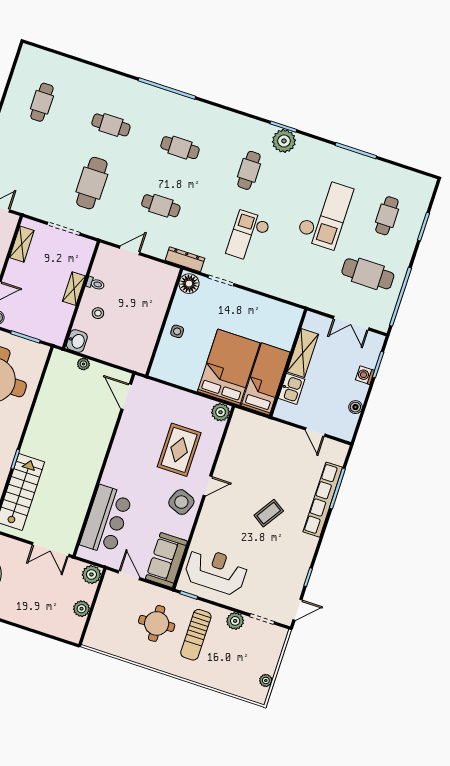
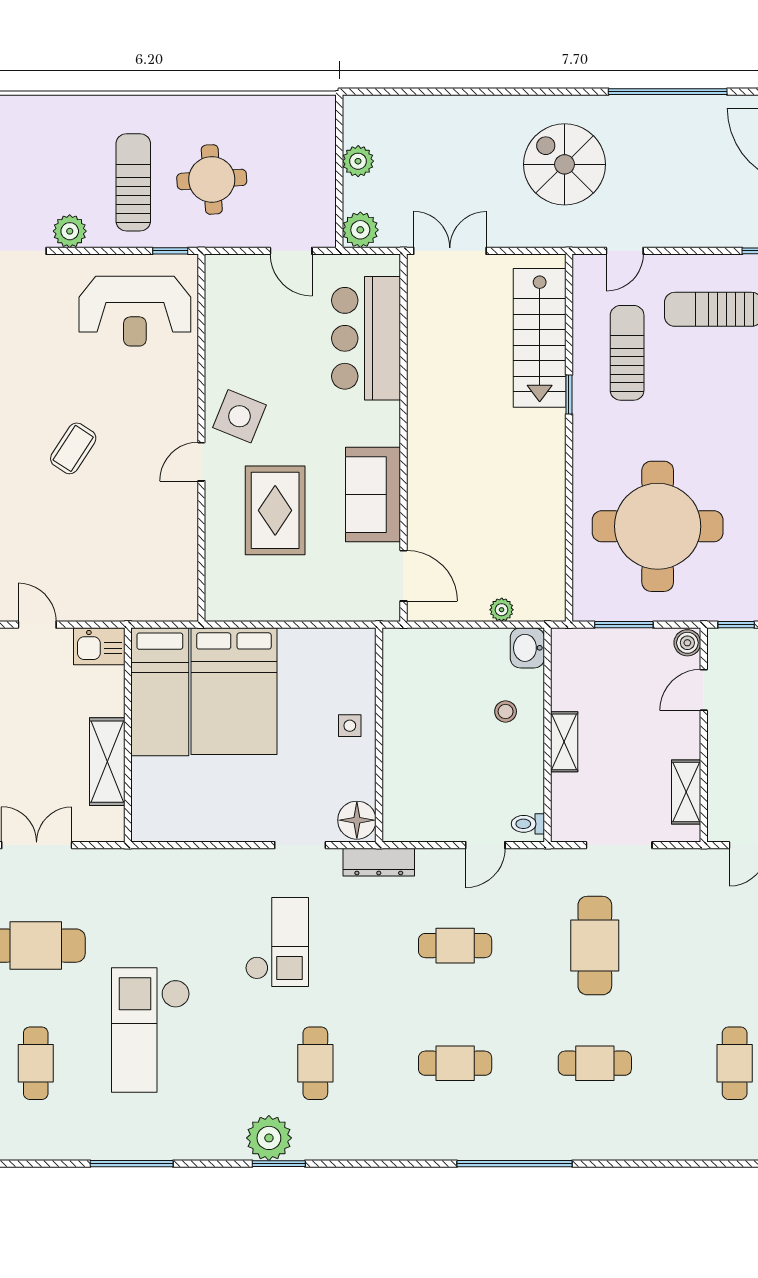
toilet: (95, 284) -> (528, 824), moved
kitchen sink: (291, 389) -> (99, 646), moved, turned -90
plant: (221, 412) -> (222, 604), removed
sofa: (166, 560) -> (373, 495), moved, turned 180

